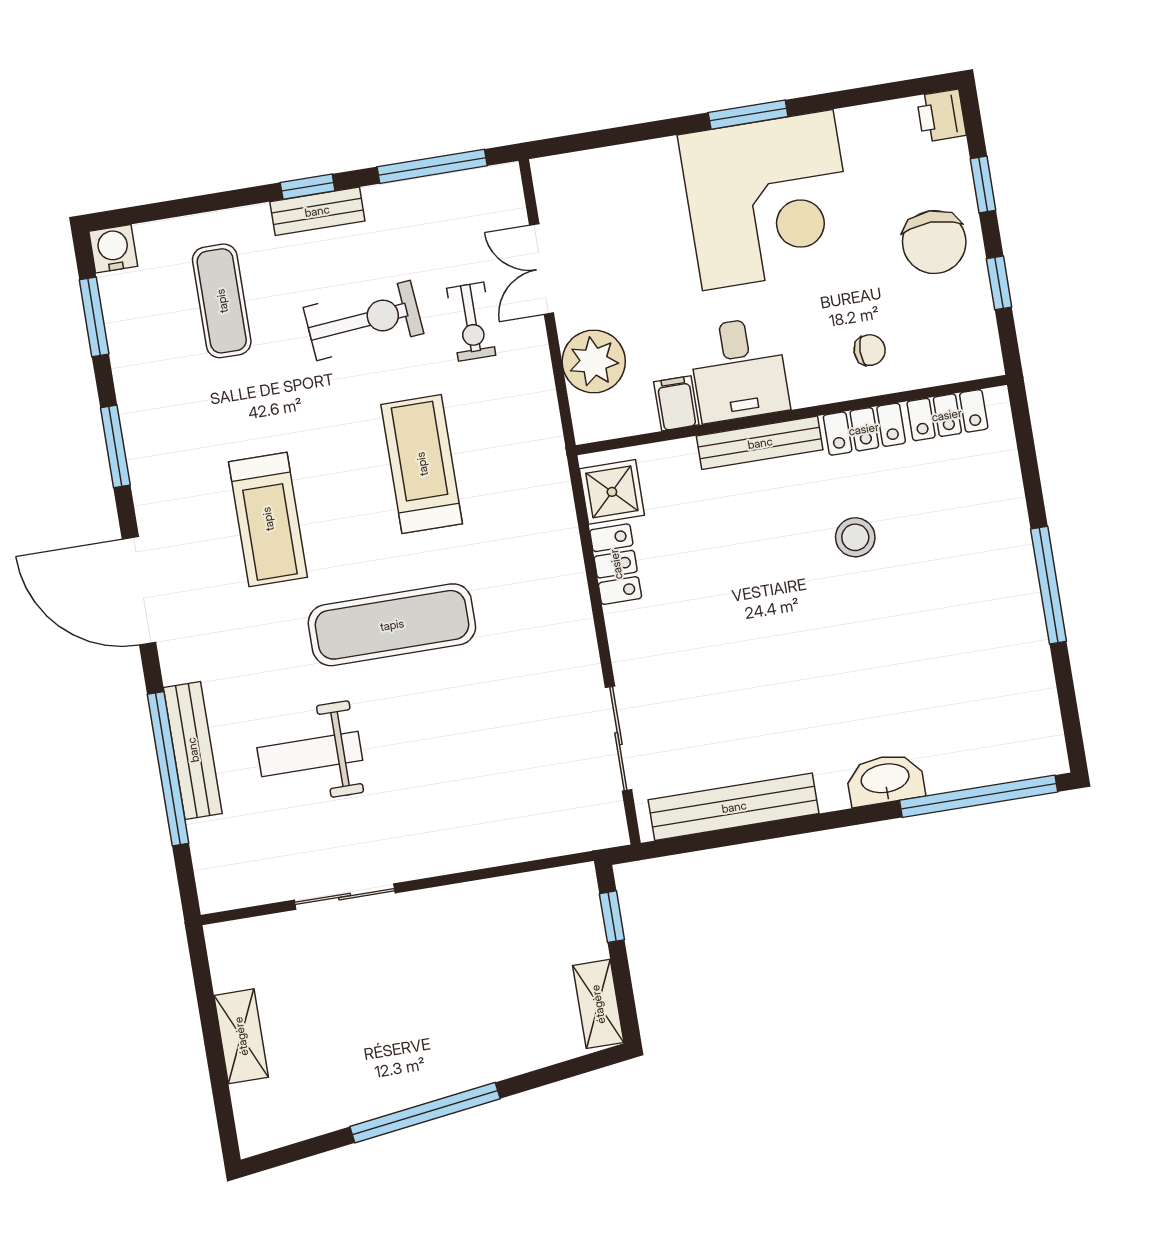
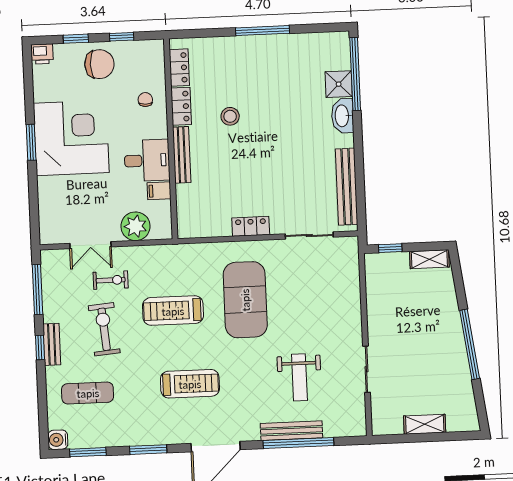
shower: (612, 492) -> (339, 84), moved
locker: (616, 564) -> (251, 226), moved
exercise mat: (392, 625) -> (245, 300), moved, width x1.47

